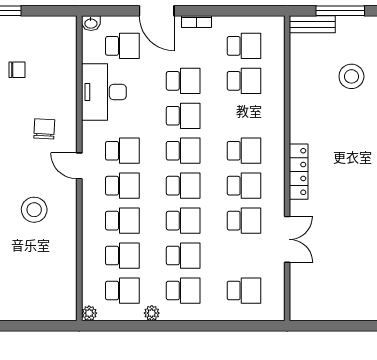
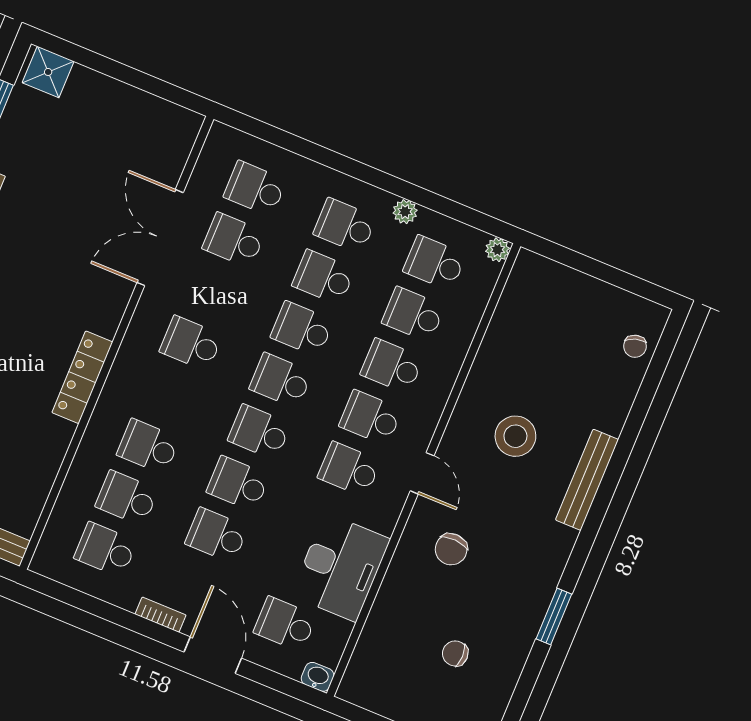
school desk: (244, 151) -> (148, 446), moved
locker: (299, 172) -> (82, 377), moved
school desk: (244, 221) -> (234, 240), moved
double door: (287, 239) -> (160, 238), width x1.37

